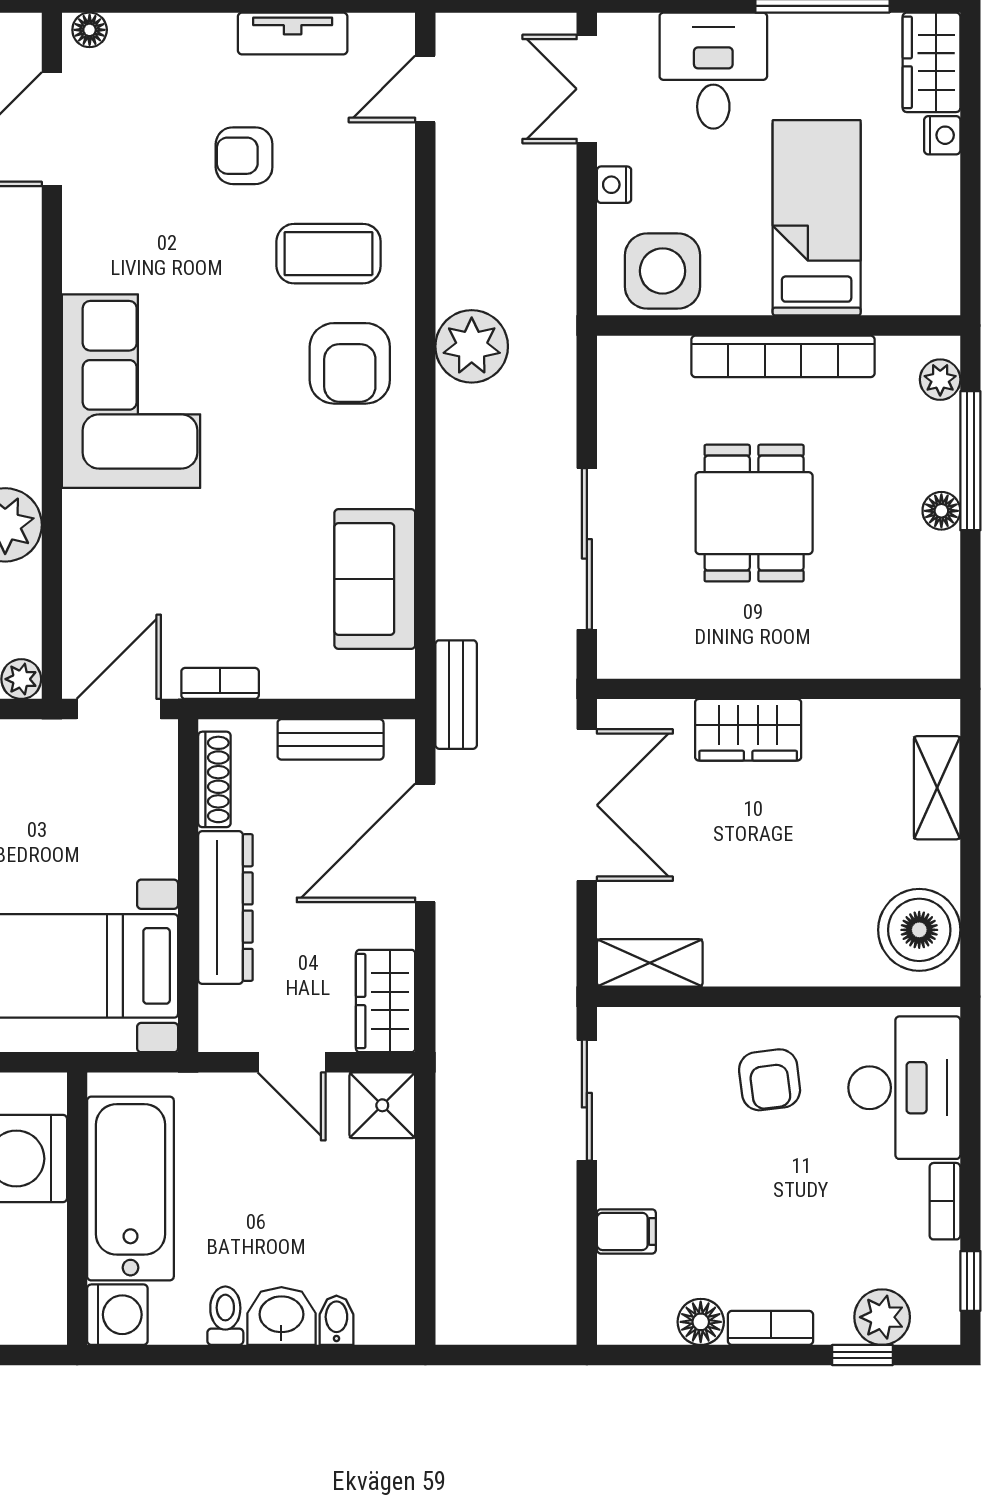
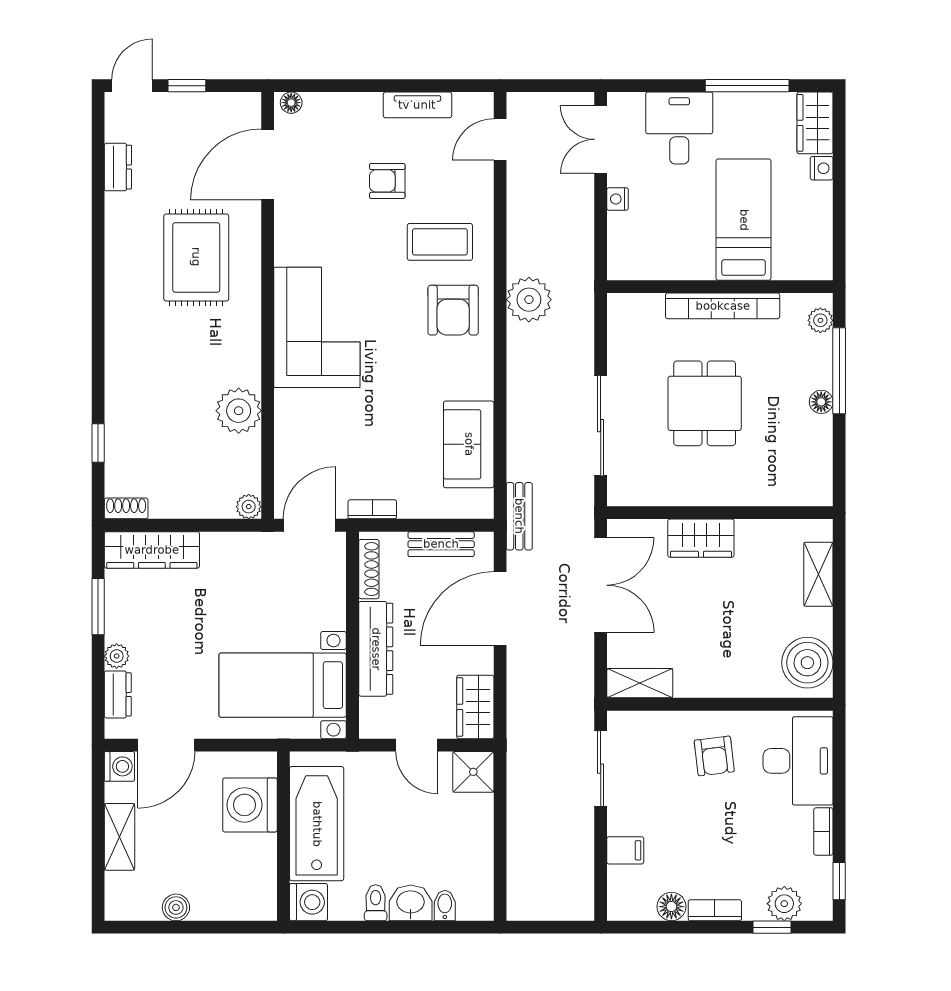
side table: (663, 271) -> (648, 253), removed

